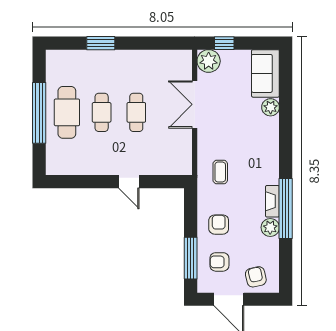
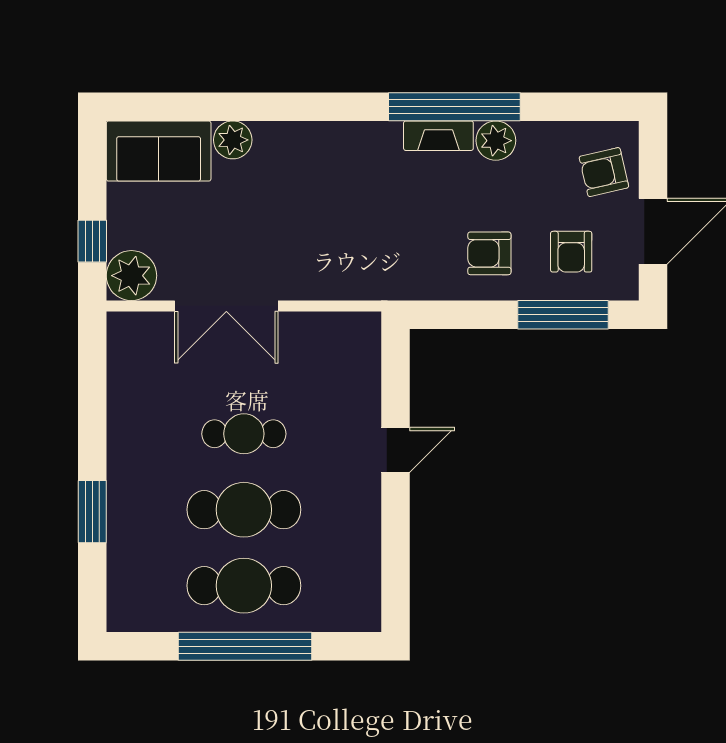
cafe table: (102, 112) -> (244, 510), width x1.37, depth x1.35
coffee table: (220, 172) -> (374, 250), removed

